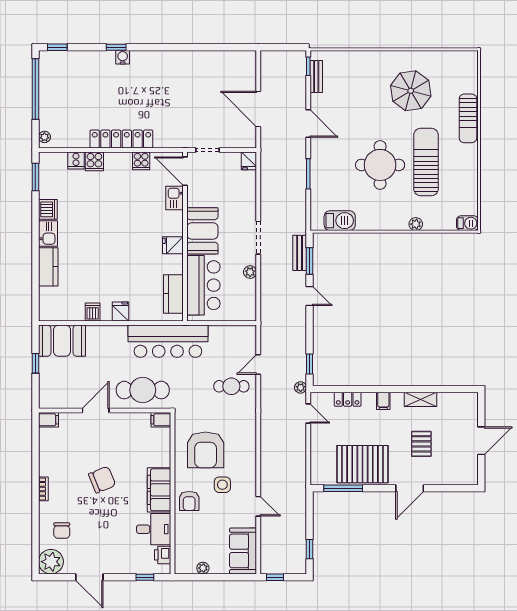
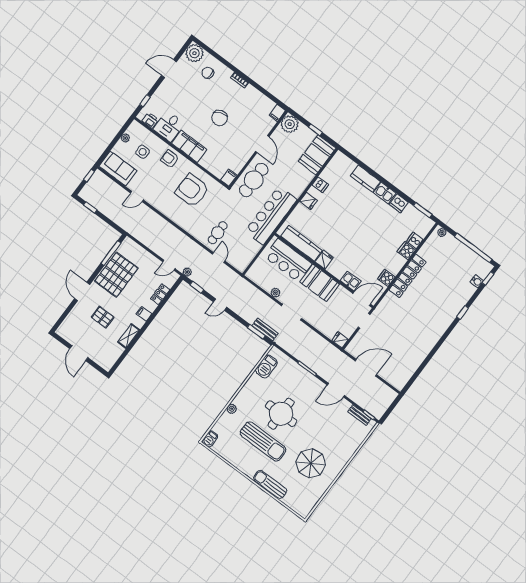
water cooler: (123, 57) -> (477, 281), moved
kitchen counter: (173, 294) -> (301, 243), width x1.50
door: (309, 296) -> (220, 305), moved
plant: (51, 397) -> (290, 124), added
side table: (222, 485) -> (143, 152), moved

